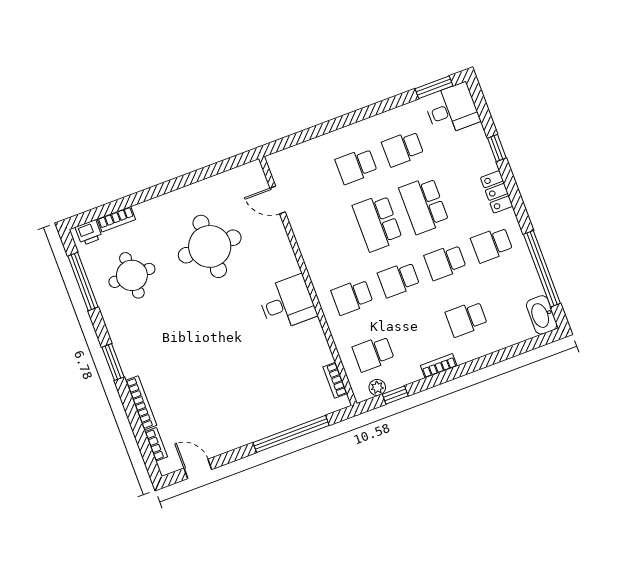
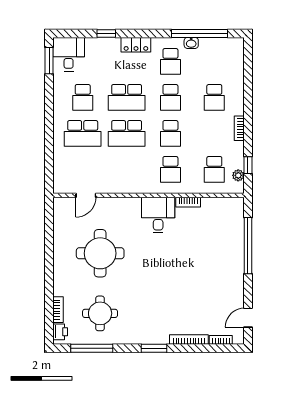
school desk: (356, 166) -> (83, 133), width x1.85
washbasin: (542, 315) -> (191, 43), moved, width x0.52, depth x0.69
bookcase: (335, 380) -> (188, 202), moved

